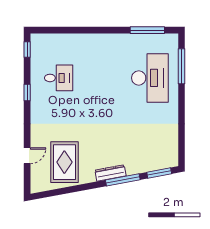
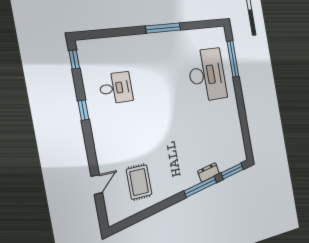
window: (147, 30) -> (163, 28), moved
rug: (64, 162) -> (139, 182), width x0.73, depth x0.70
dresser: (110, 173) -> (209, 172), moved, width x0.70

